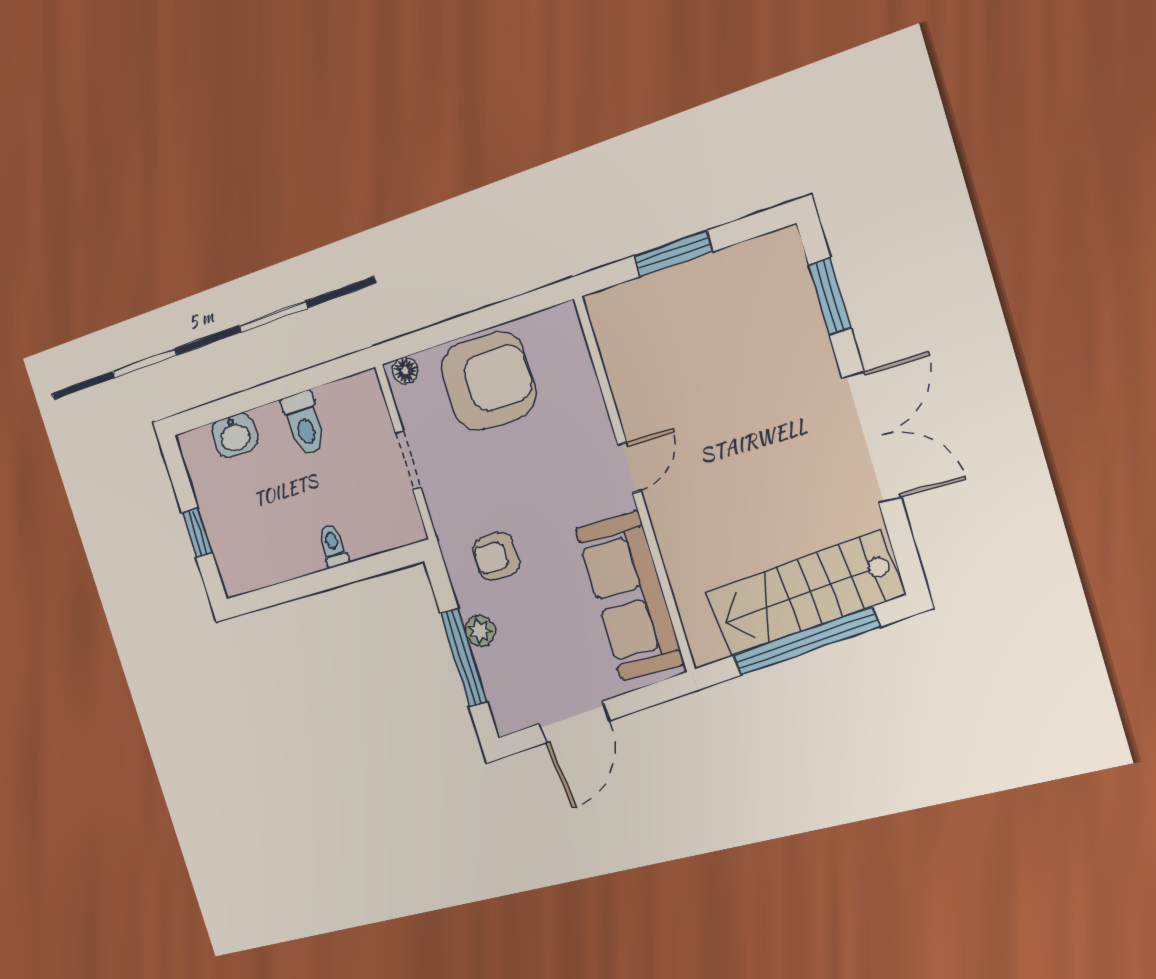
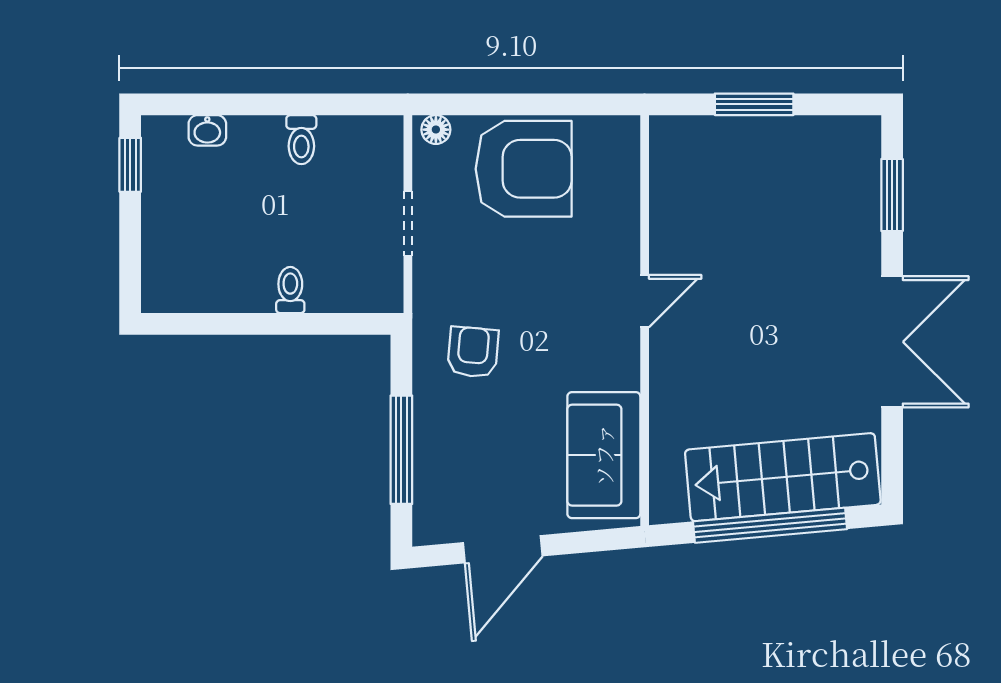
toilet: (304, 423) -> (301, 140), width x0.73, depth x0.72
washbasin: (235, 435) -> (207, 130), width x0.72, depth x0.69
window: (197, 533) -> (130, 165), moved
armchair: (496, 557) -> (473, 352), turned 95
sofa: (630, 596) -> (604, 455), width x0.73
plant: (480, 631) -> (429, 426), removed

